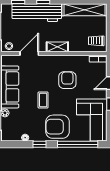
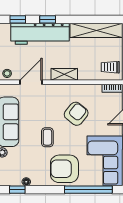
armchair: (67, 80) -> (76, 114), turned 39
window: (40, 144) -> (17, 190), moved

